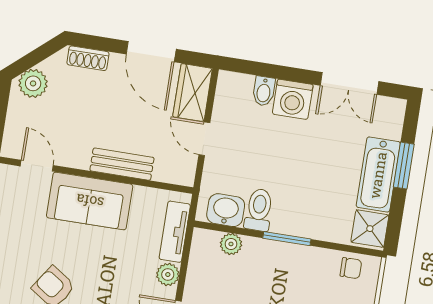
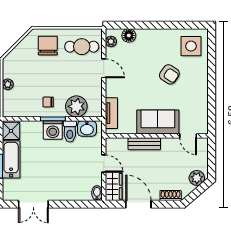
double door: (349, 83) -> (33, 204), swing flipped
bidet: (264, 91) -> (97, 193), moved
washing machine: (293, 99) -> (53, 130), moved, turned 180
plant: (231, 244) -> (76, 106), width x1.88, depth x1.88
chair: (351, 268) -> (48, 102), moved
plant: (168, 274) -> (111, 90), removed

